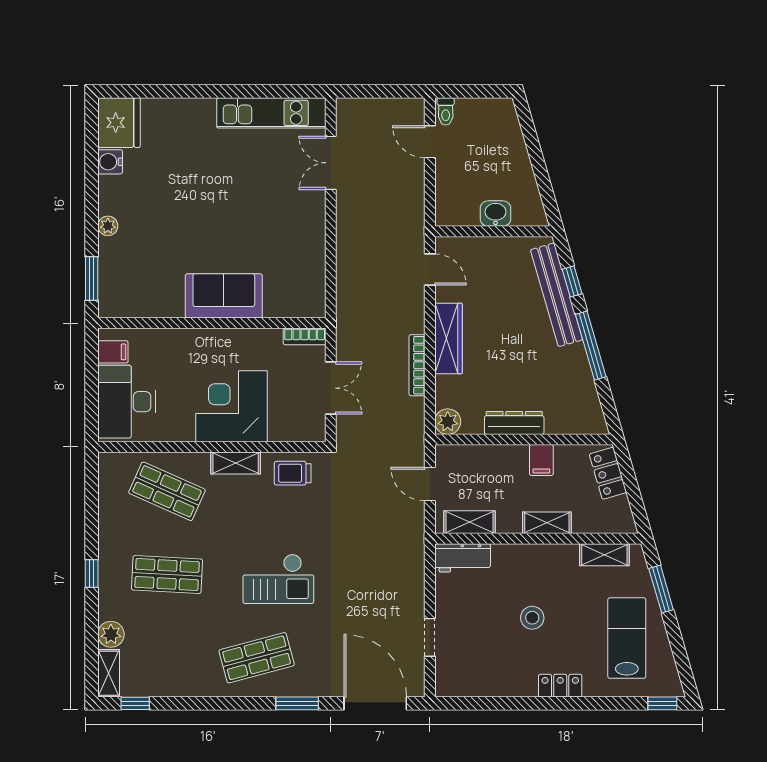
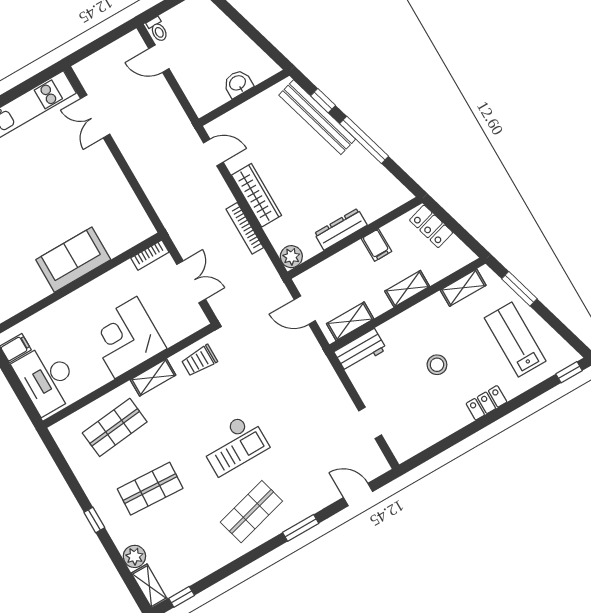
shop shelf: (167, 491) -> (115, 427), turned -30
door: (375, 703) -> (358, 495), width x0.53

